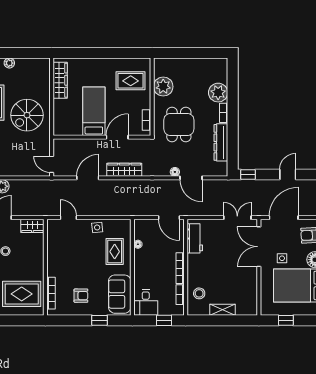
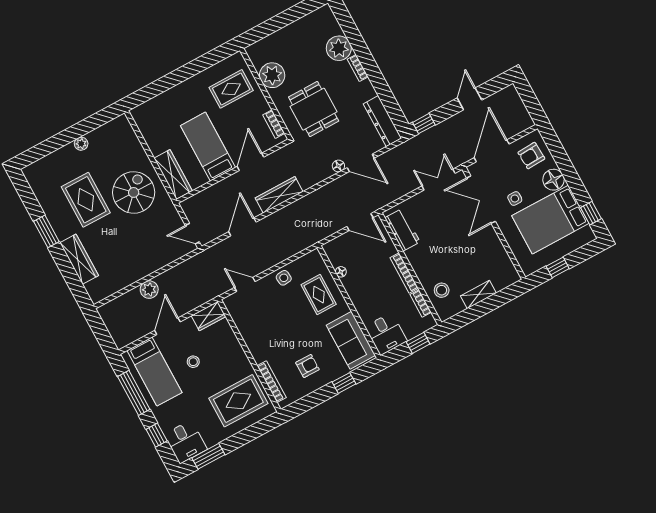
wardrobe: (60, 80) -> (173, 175), moved
spiral stairs: (27, 115) -> (134, 192), turned 180
dresser: (221, 142) -> (382, 121), moved

